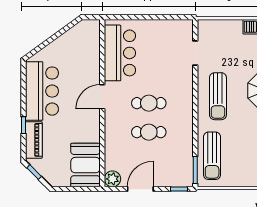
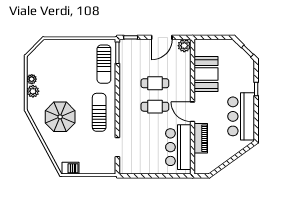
door: (102, 97) -> (192, 112), swing flipped
piano: (34, 140) -> (201, 138), moved, turned 180
sun lounger: (212, 156) -> (104, 64), turned 180
booth: (85, 165) -> (206, 74), moved

